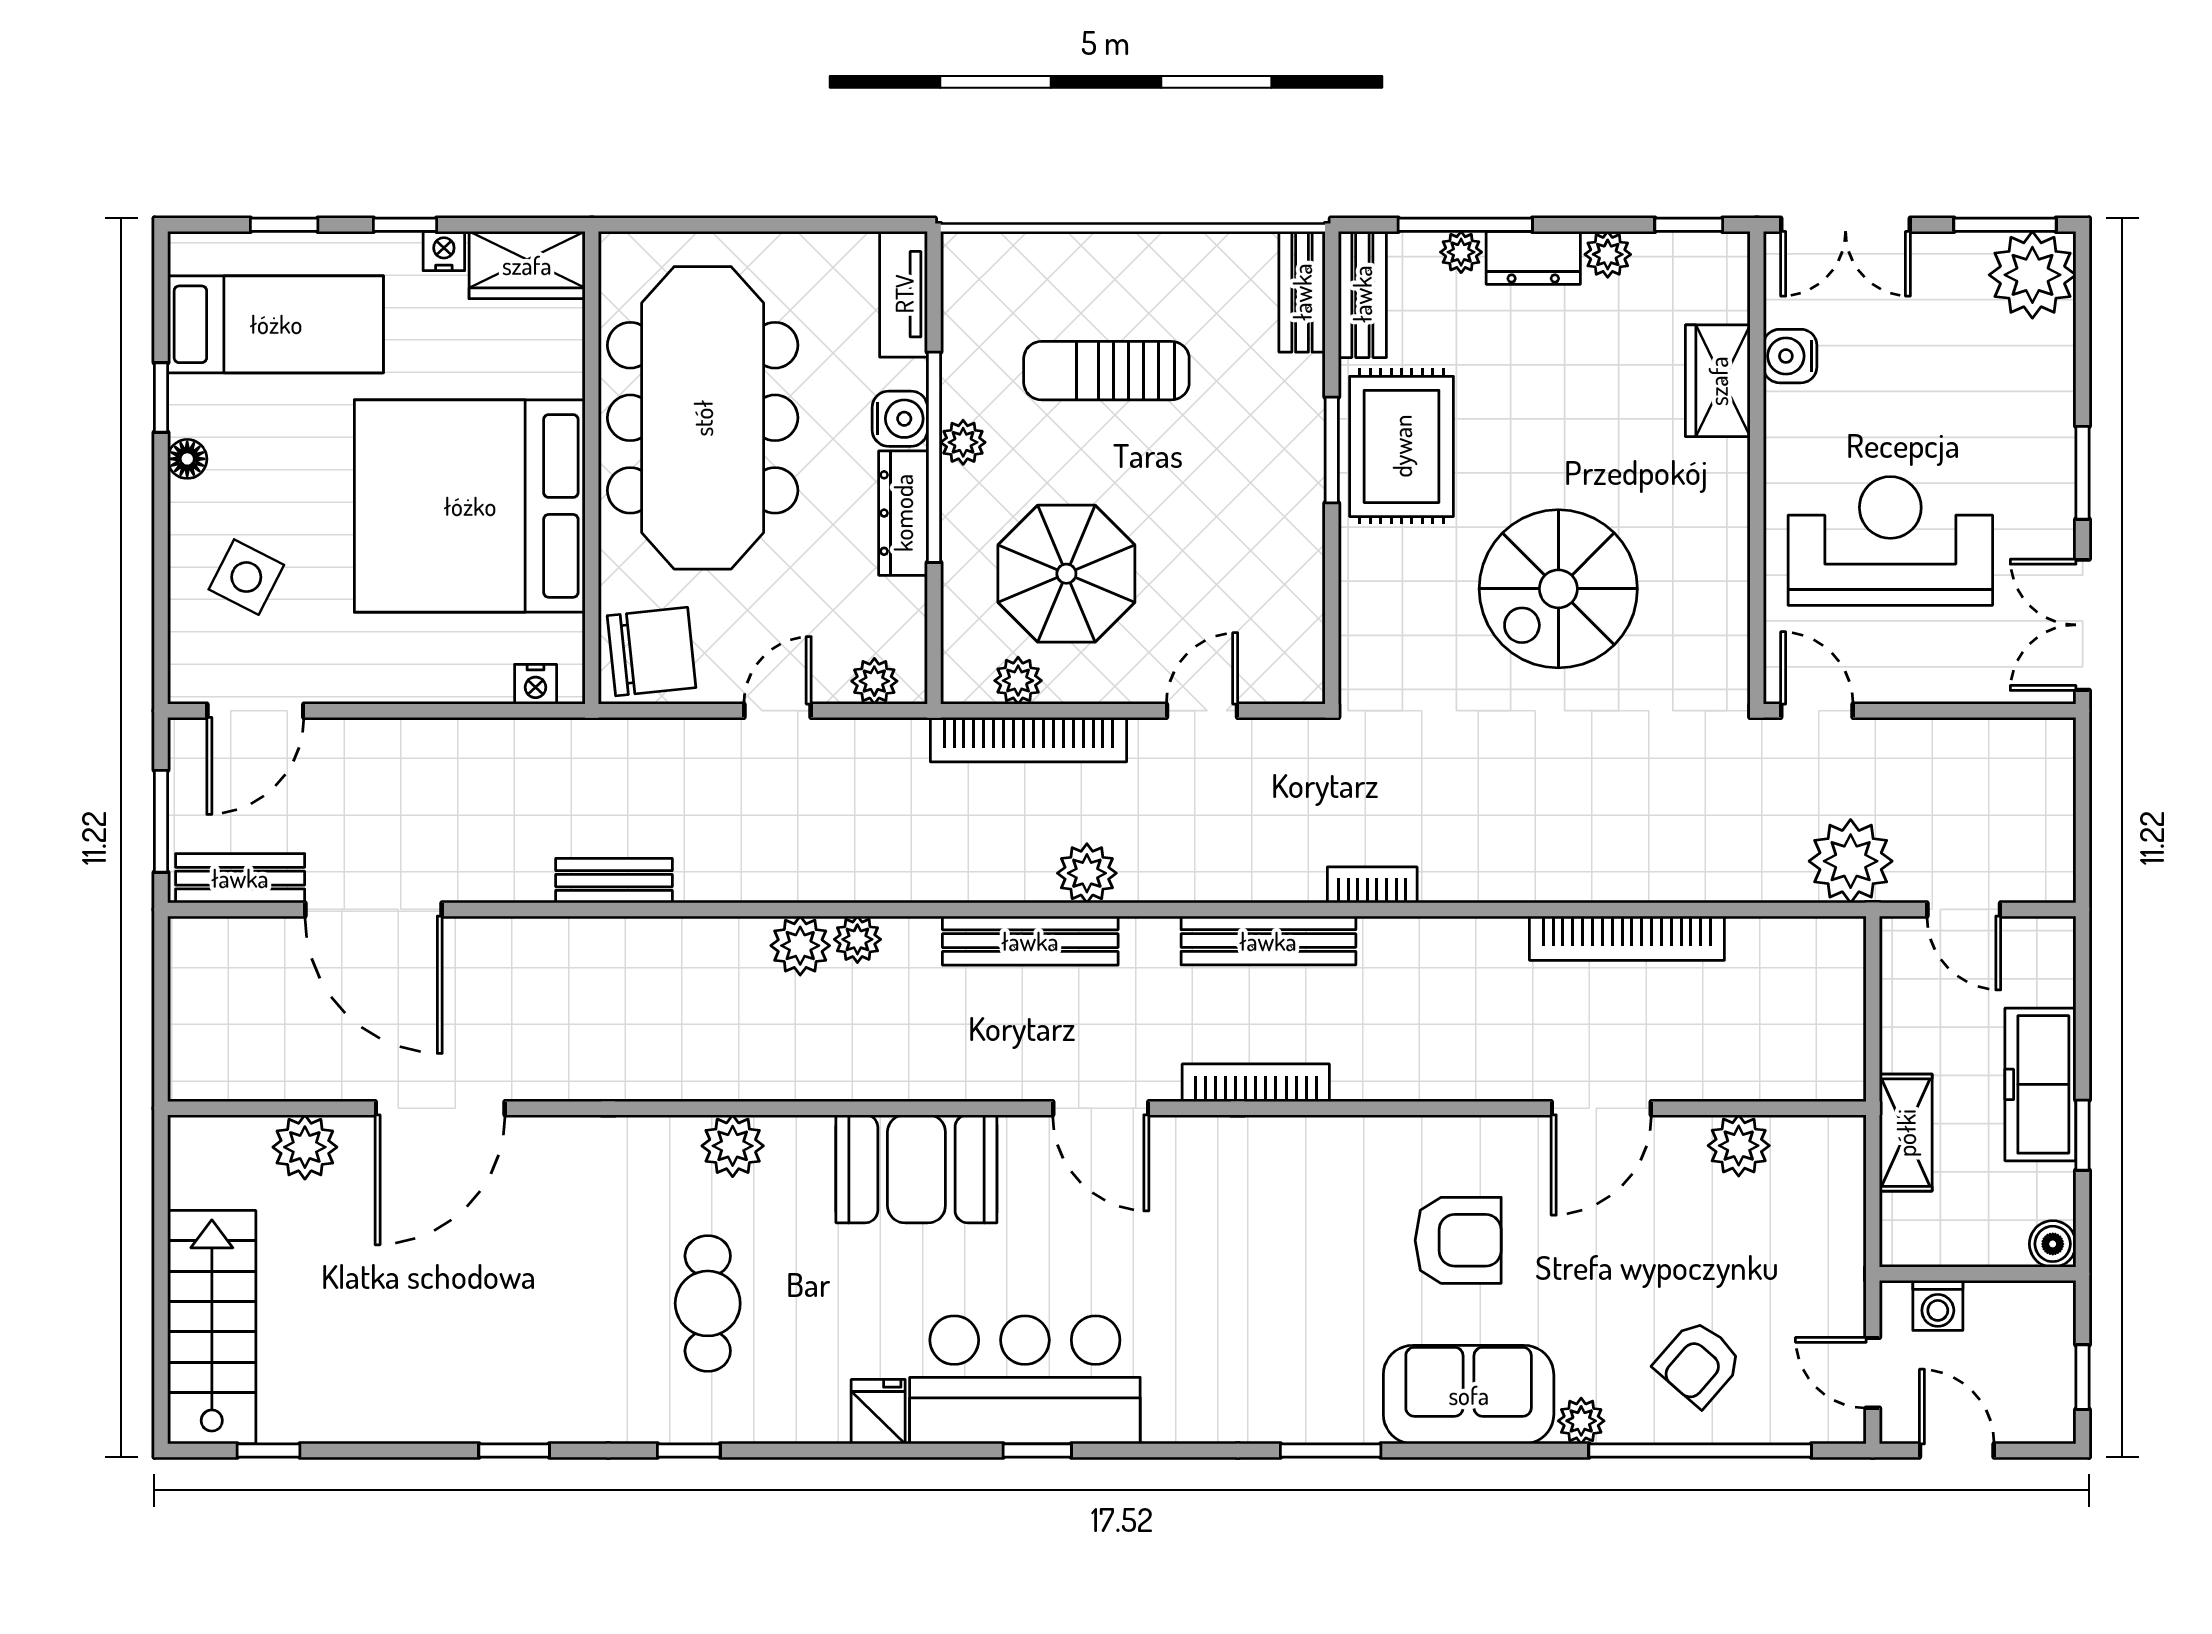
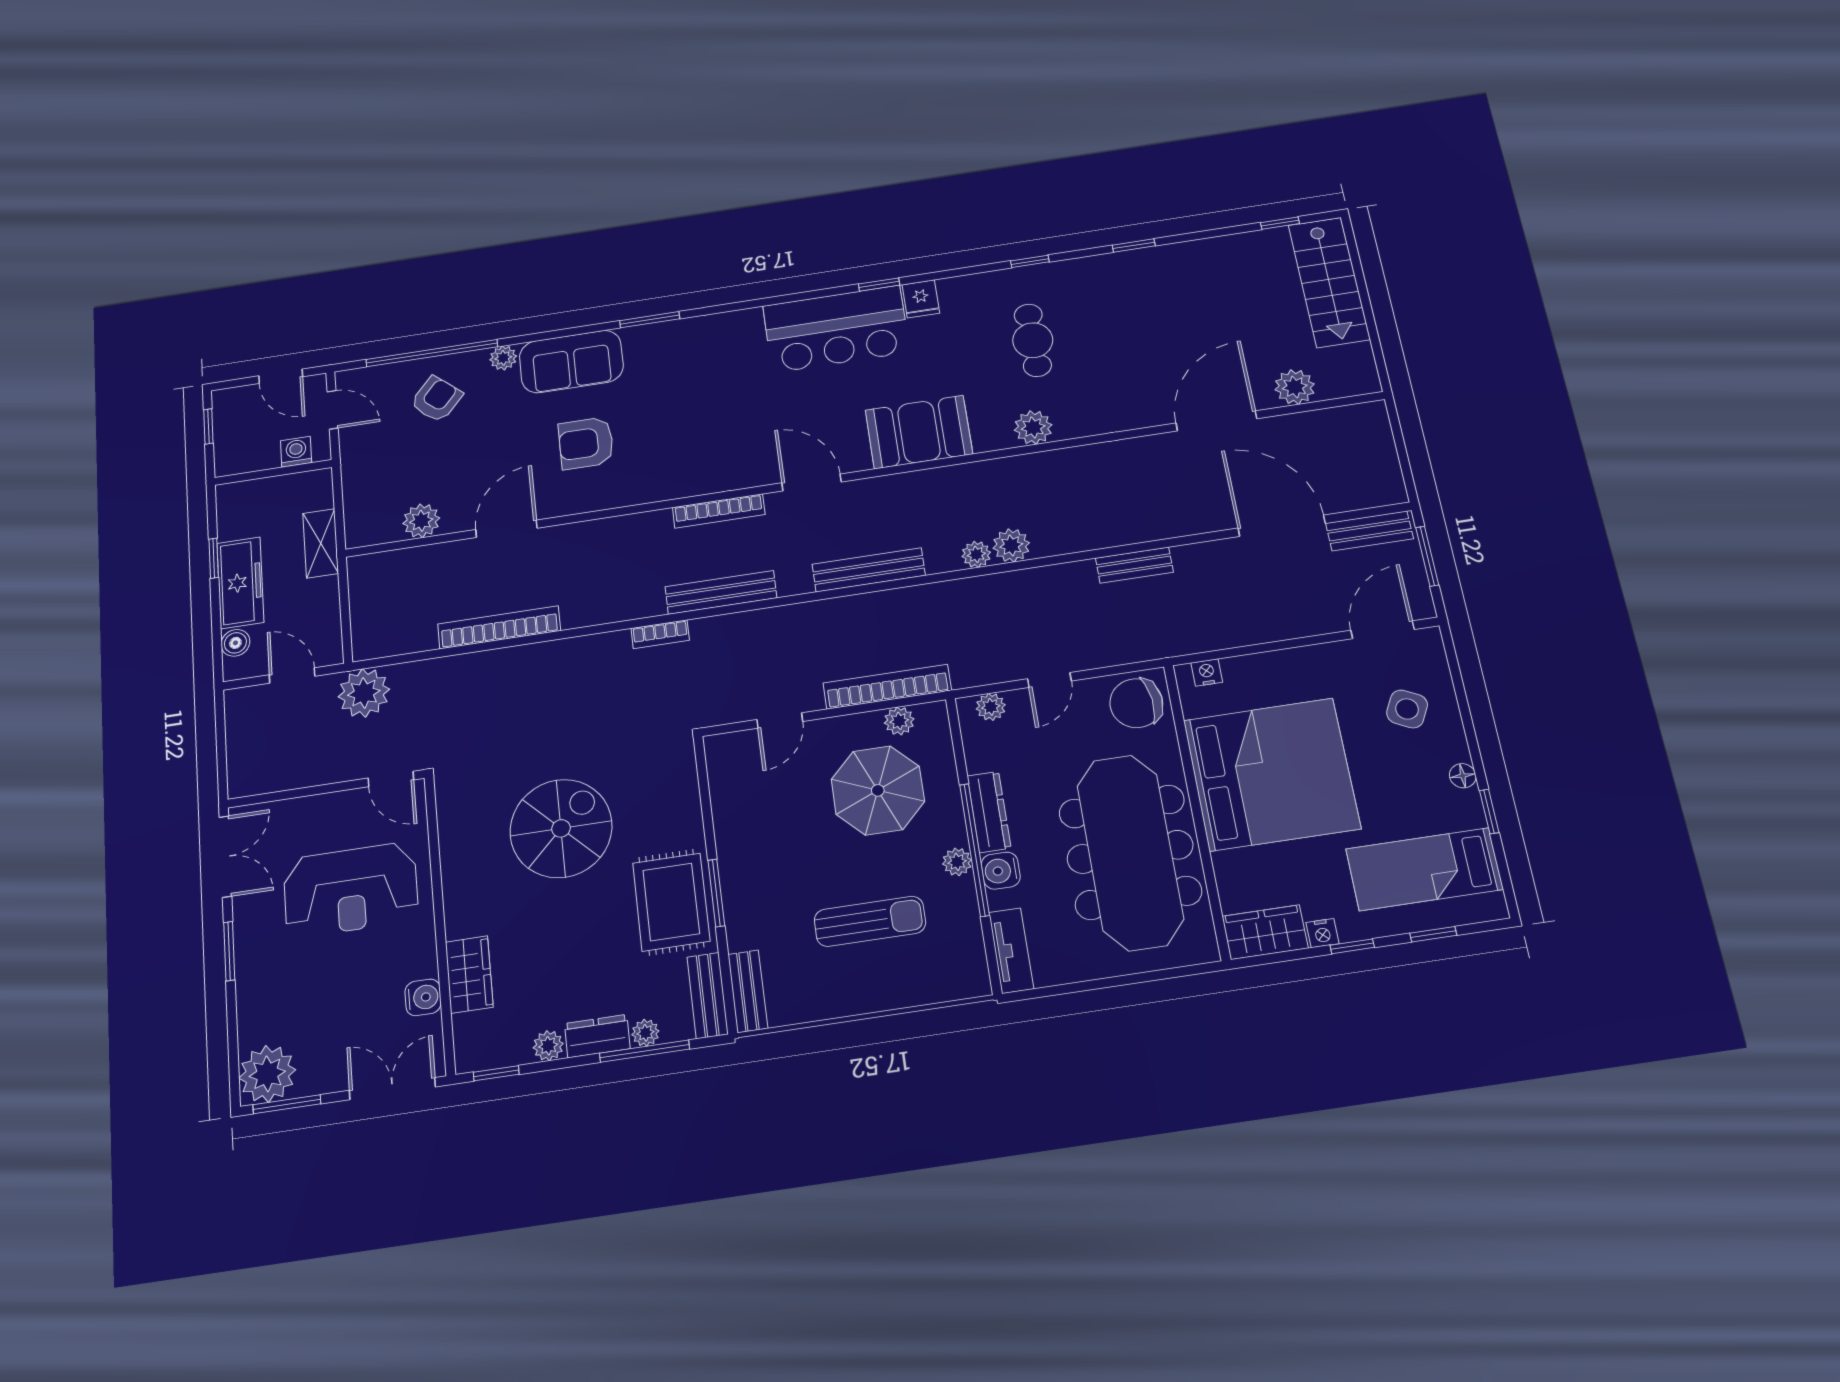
plant: (1087, 873) -> (839, 614), removed
boiler: (2053, 1244) -> (235, 643), moved
window: (1037, 1451) -> (879, 285), moved

